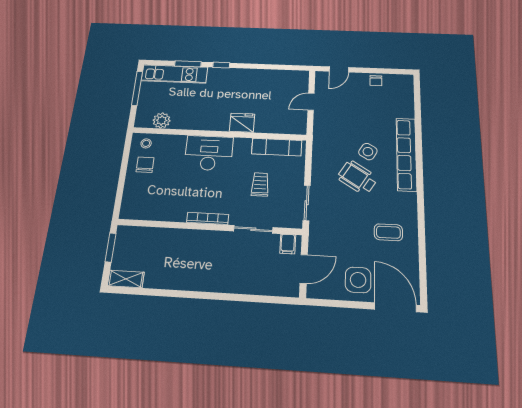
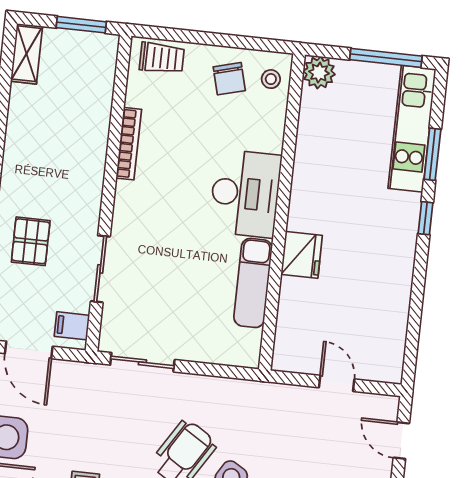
plant: (162, 120) -> (319, 73), moved
exam couch: (277, 147) -> (253, 283), moved
chair: (145, 165) -> (229, 79), turned 75
trolley: (260, 184) -> (162, 58), moved
bookcase: (208, 218) -> (129, 144), moved
pallet: (238, 271) -> (31, 241), added

